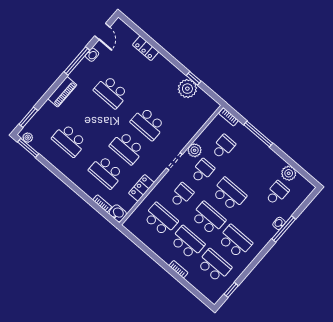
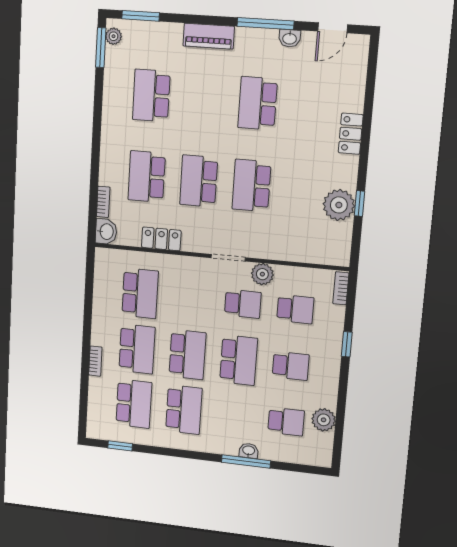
locker: (146, 48) -> (351, 134), moved
window: (258, 134) -> (347, 344), width x0.46
school desk: (181, 195) -> (291, 366), moved

